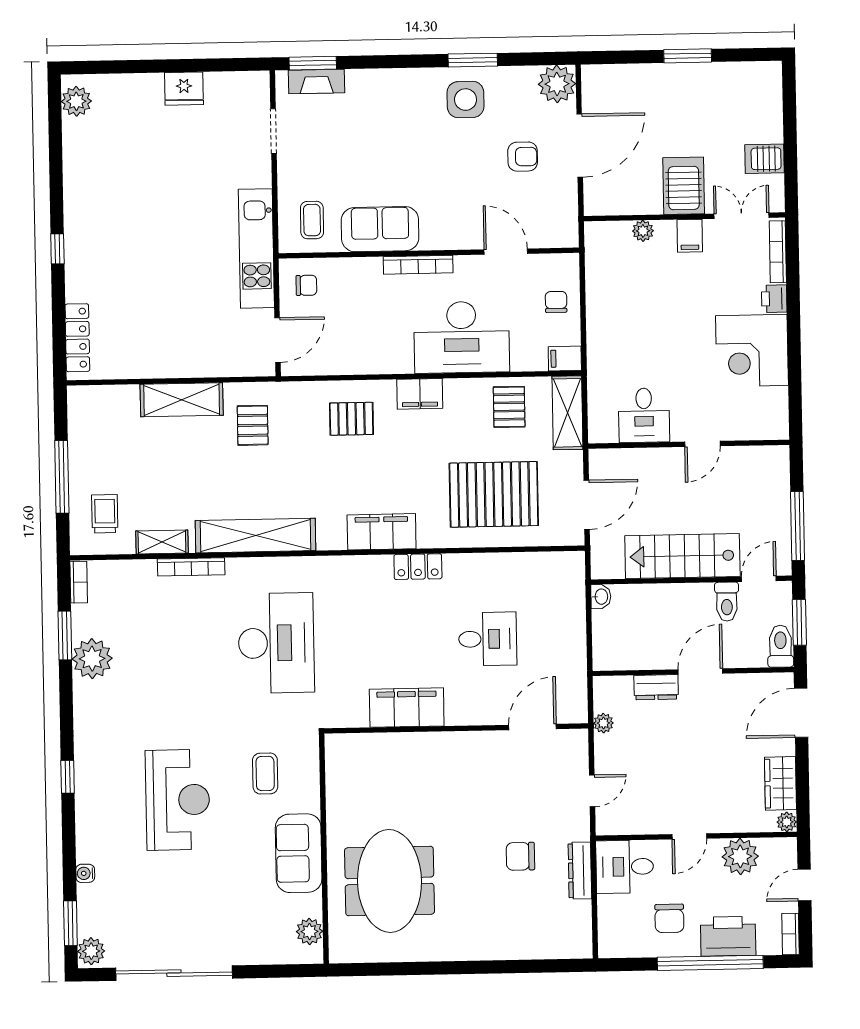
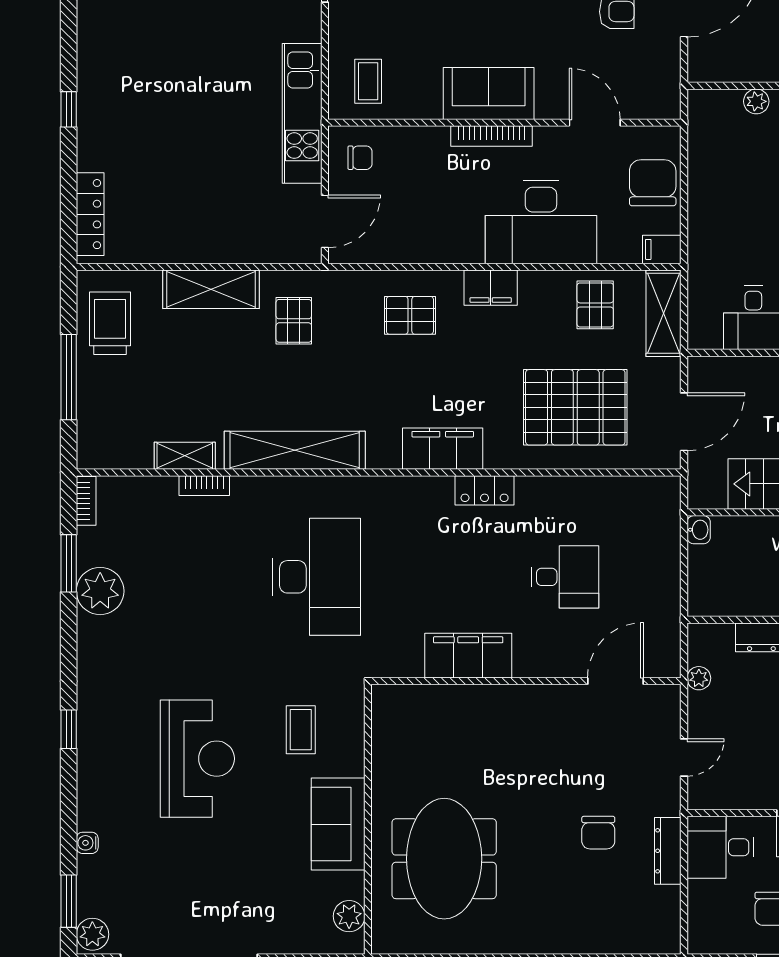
sofa: (380, 229) -> (489, 93), moved
chair: (556, 302) -> (653, 183), width x1.87, depth x1.87
trolley: (105, 514) -> (110, 323), moved, width x1.36, depth x1.39
bookcase: (191, 567) -> (204, 486), width x0.64
chair: (520, 856) -> (598, 833), turned -90

